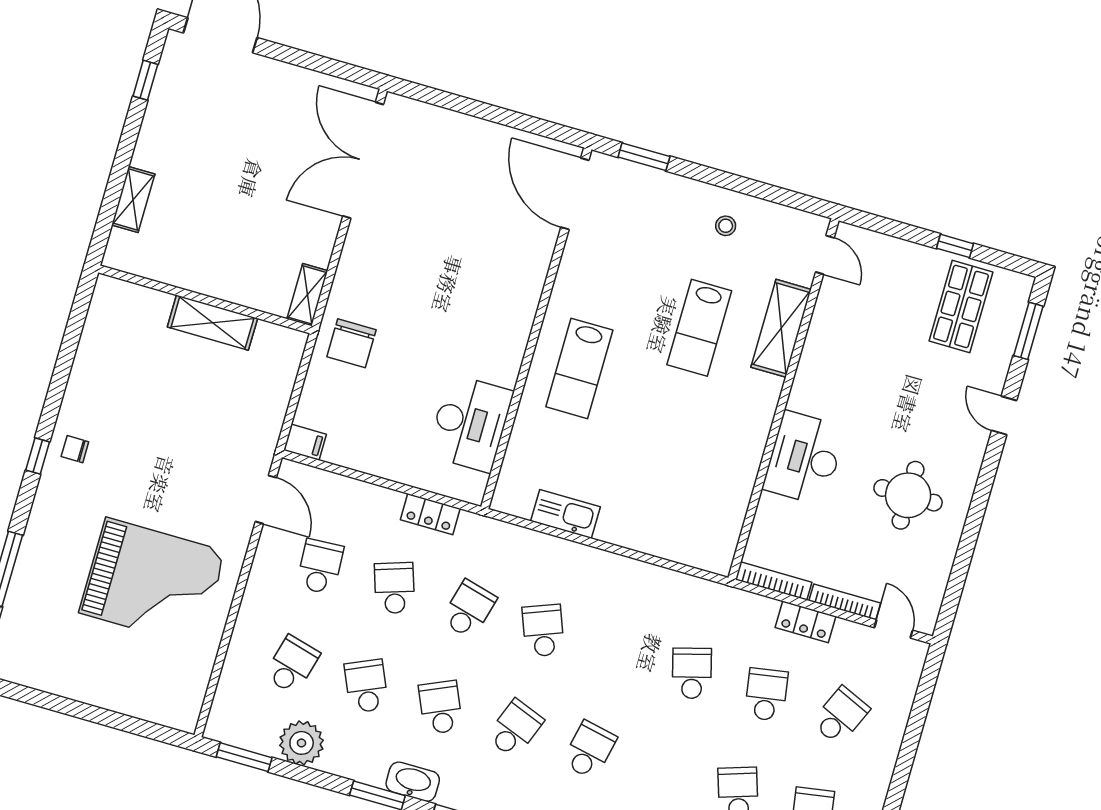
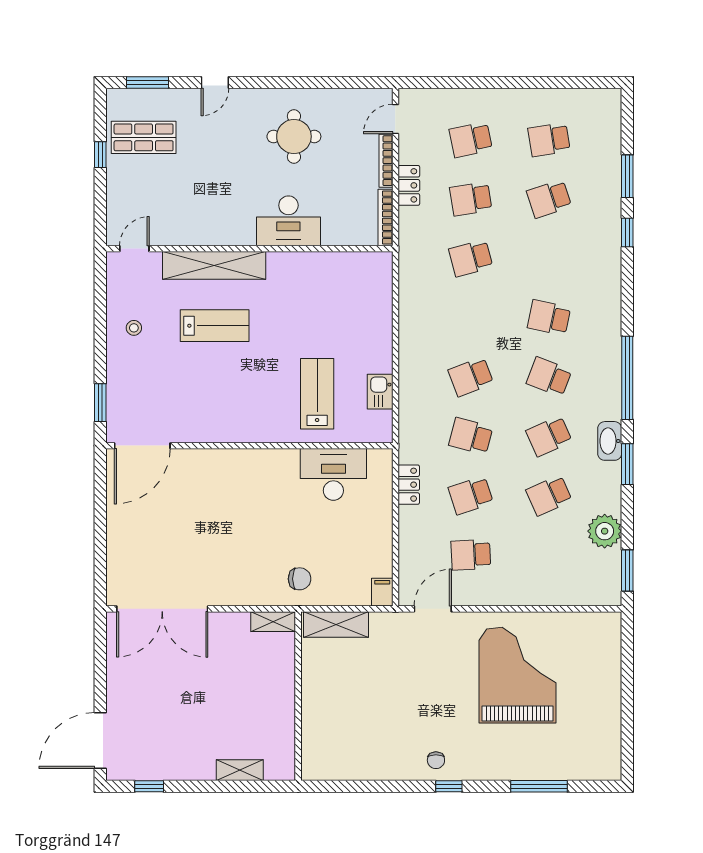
shelving: (212, 323) -> (336, 624), moved, turned 90
shelving: (781, 328) -> (214, 265), width x1.47
chair: (351, 343) -> (300, 579), width x0.73, depth x0.73
lab bench: (579, 368) -> (317, 394), moved, turned -90
kitchen sink: (566, 514) -> (380, 392), width x0.73
school desk: (292, 665) -> (549, 555), removed
school desk: (841, 716) -> (471, 140), turned -36

